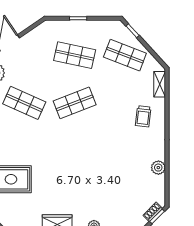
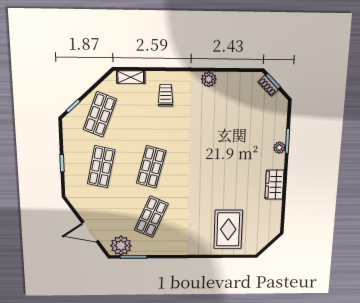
shop shelf: (75, 103) -> (151, 167), turned 36
trolley: (143, 116) -> (166, 95), turned -97
plant: (158, 168) -> (209, 79), moved

